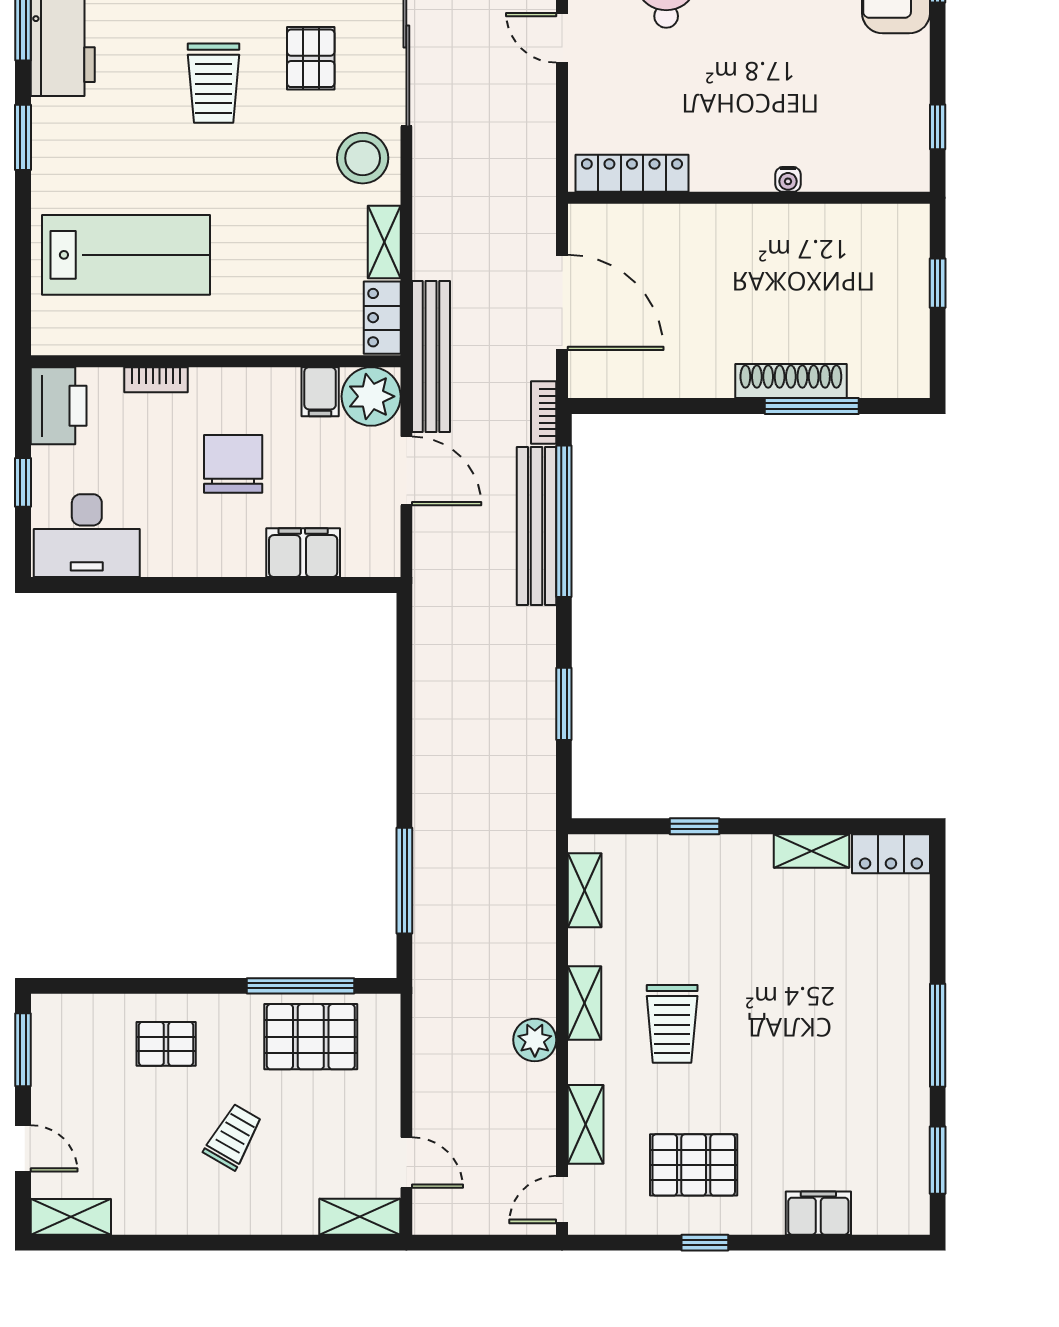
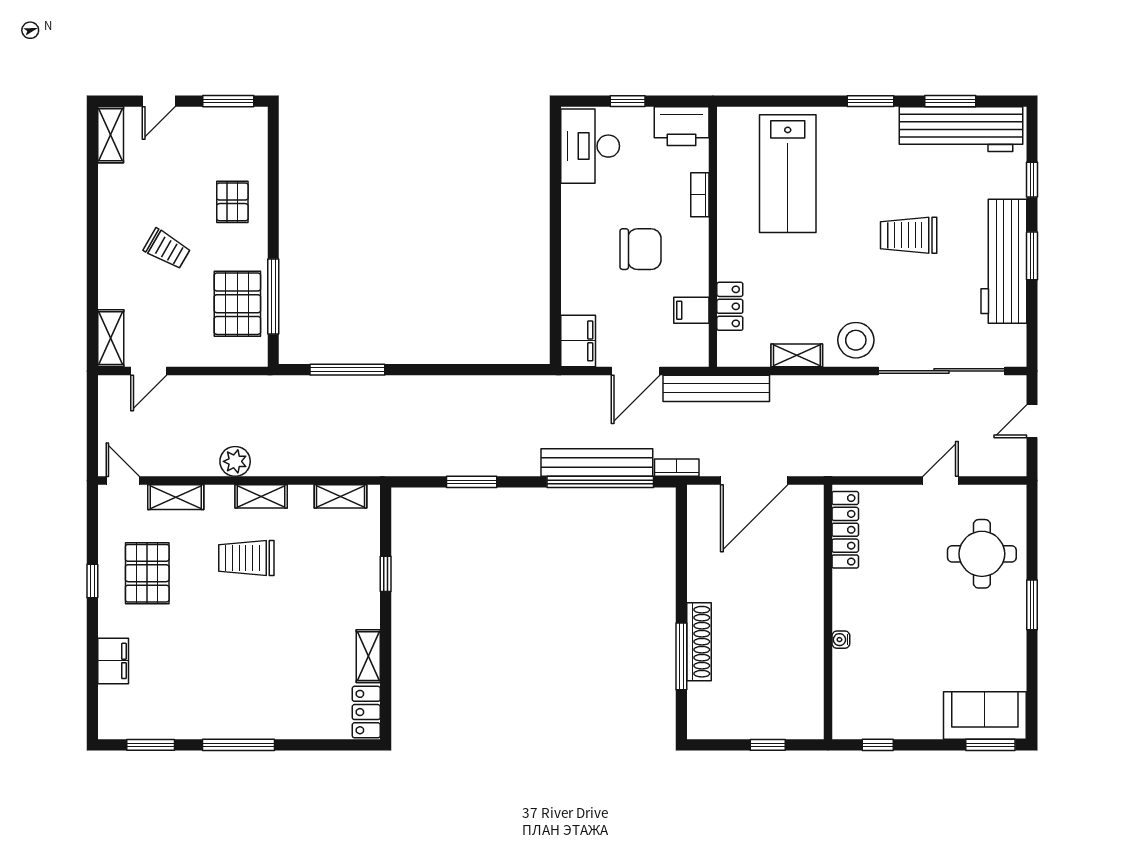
pallet: (311, 58) -> (926, 304), removed
locker: (382, 318) -> (730, 306), moved, turned 90
plant: (371, 396) -> (688, 346), removed
filing cabinet: (303, 553) -> (578, 341), moved

